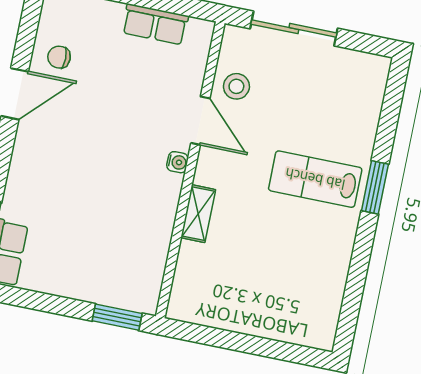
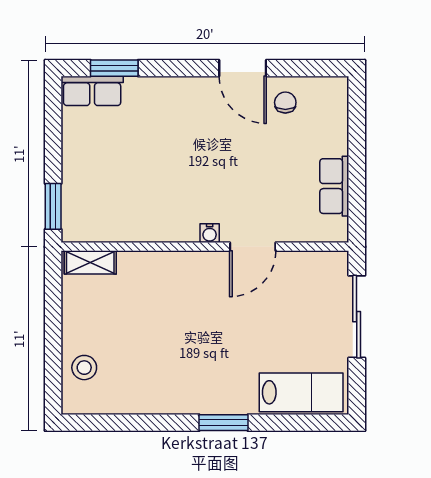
stool: (236, 86) -> (84, 368), moved
lab bench: (315, 179) -> (301, 392), moved, turned 90
shelving: (198, 214) -> (90, 262), moved

